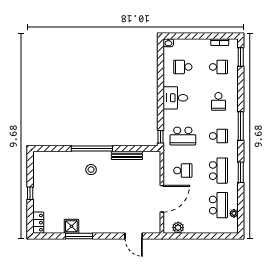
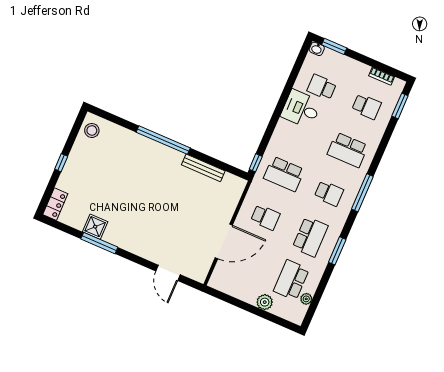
window: (179, 36) -> (334, 46), added
desk: (175, 98) -> (301, 109), moved
school desk: (218, 101) -> (348, 150), width x1.85
stool: (91, 170) -> (92, 130), moved
school desk: (218, 205) -> (291, 280), turned 180
plant: (178, 228) -> (265, 302), moved

